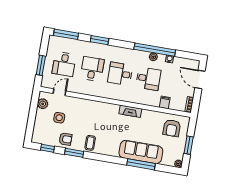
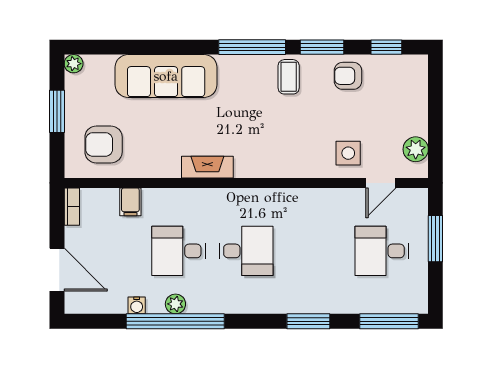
desk: (64, 64) -> (382, 251), turned -90
desk: (92, 69) -> (314, 251), removed
side table: (59, 118) -> (348, 153), moved
armchair: (172, 128) -> (104, 144), turned -90
window: (141, 164) -> (252, 47), moved

